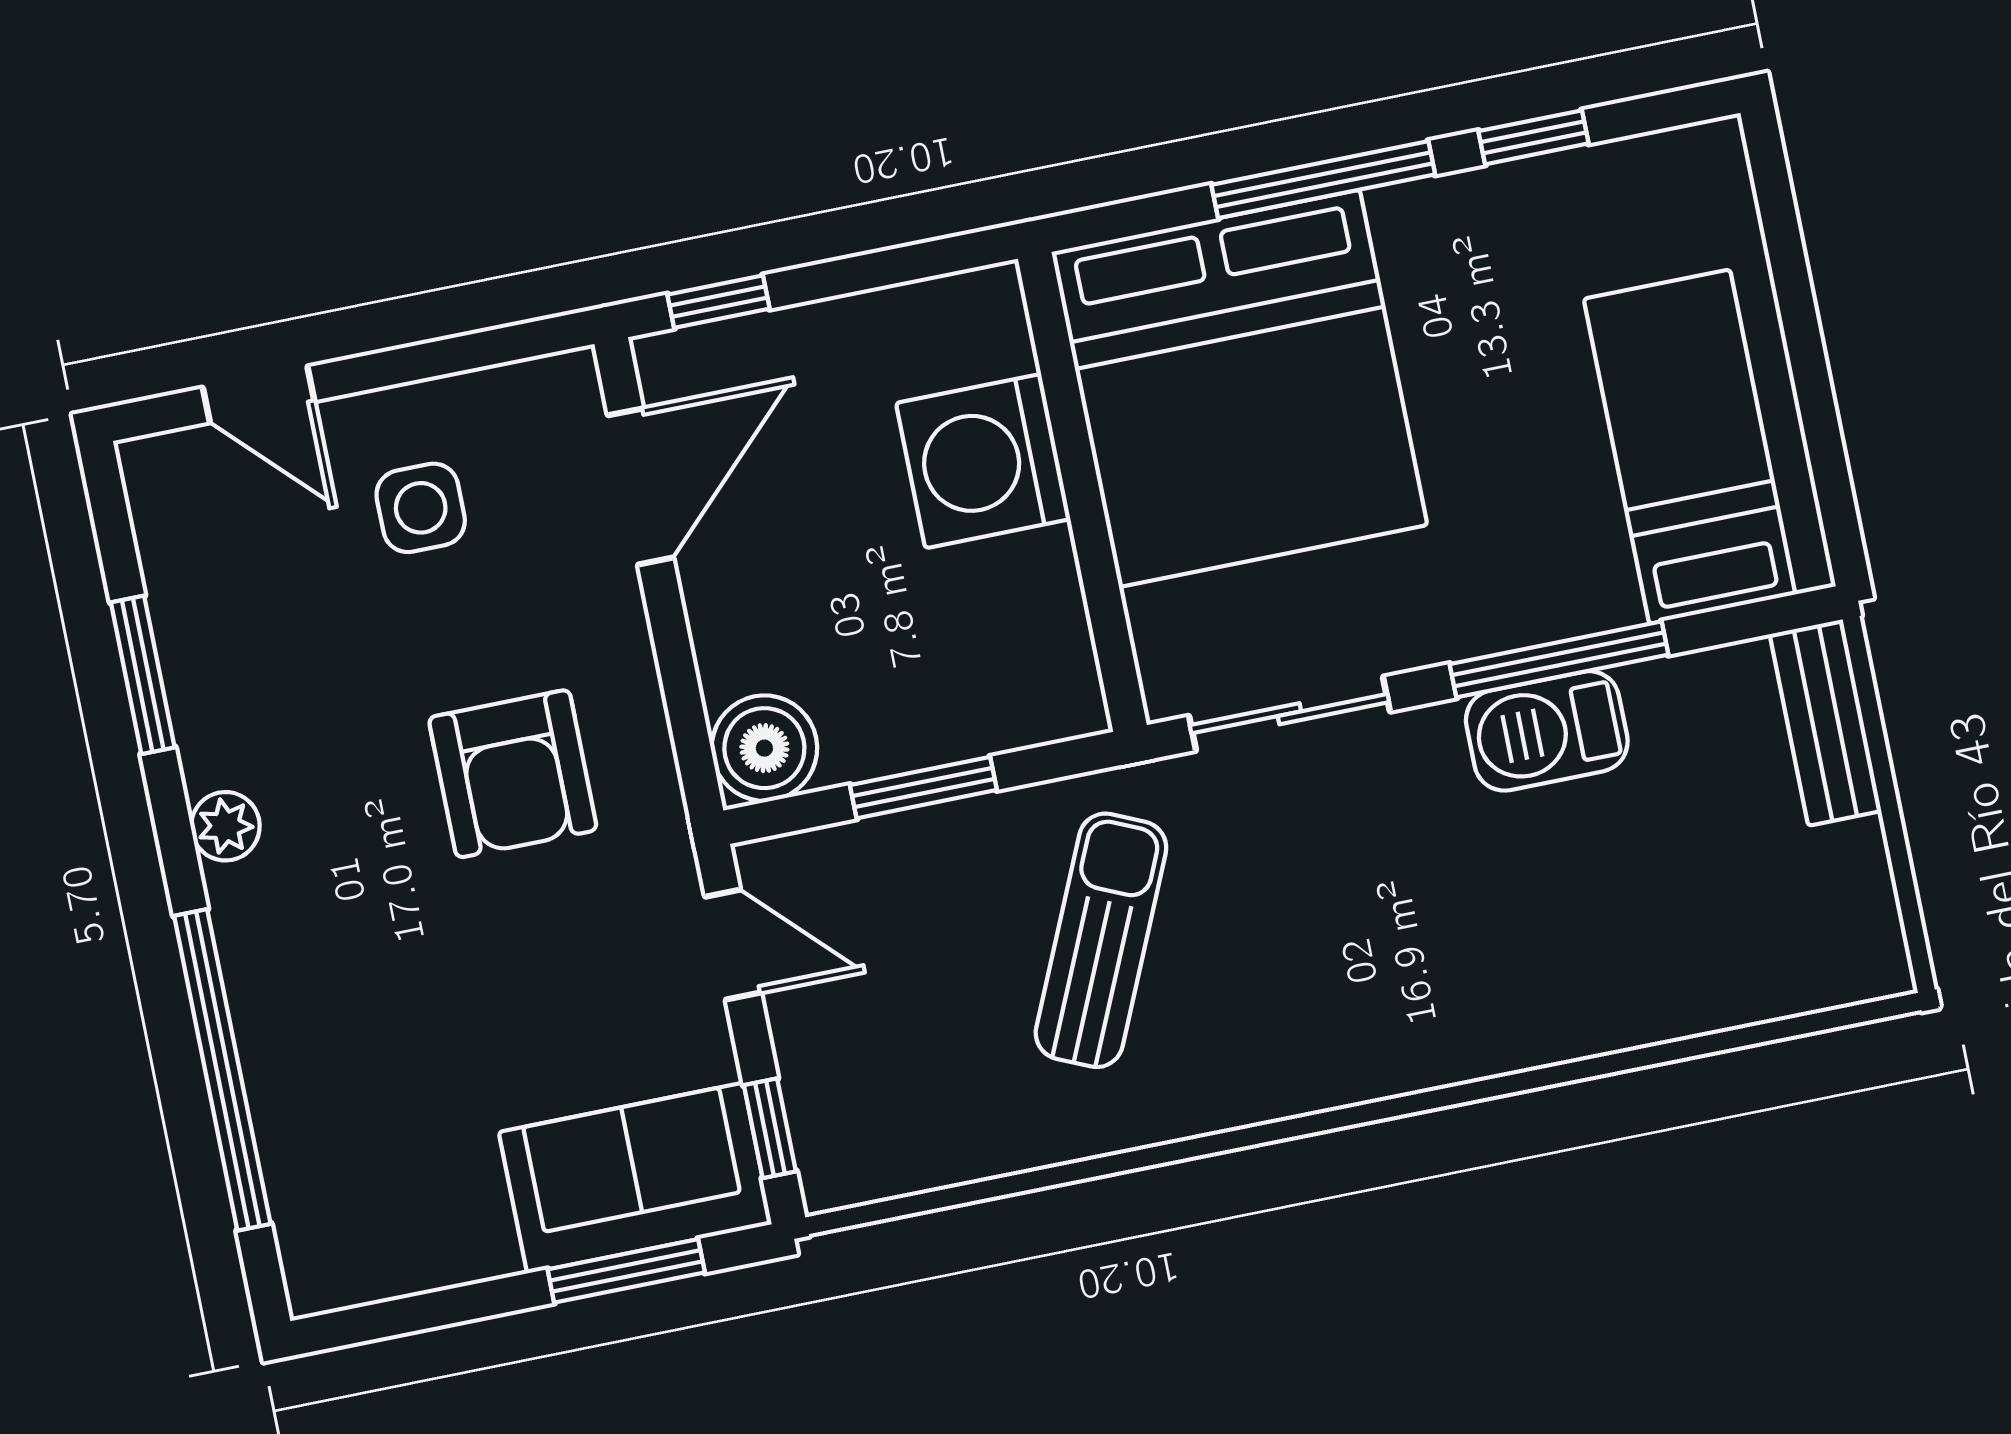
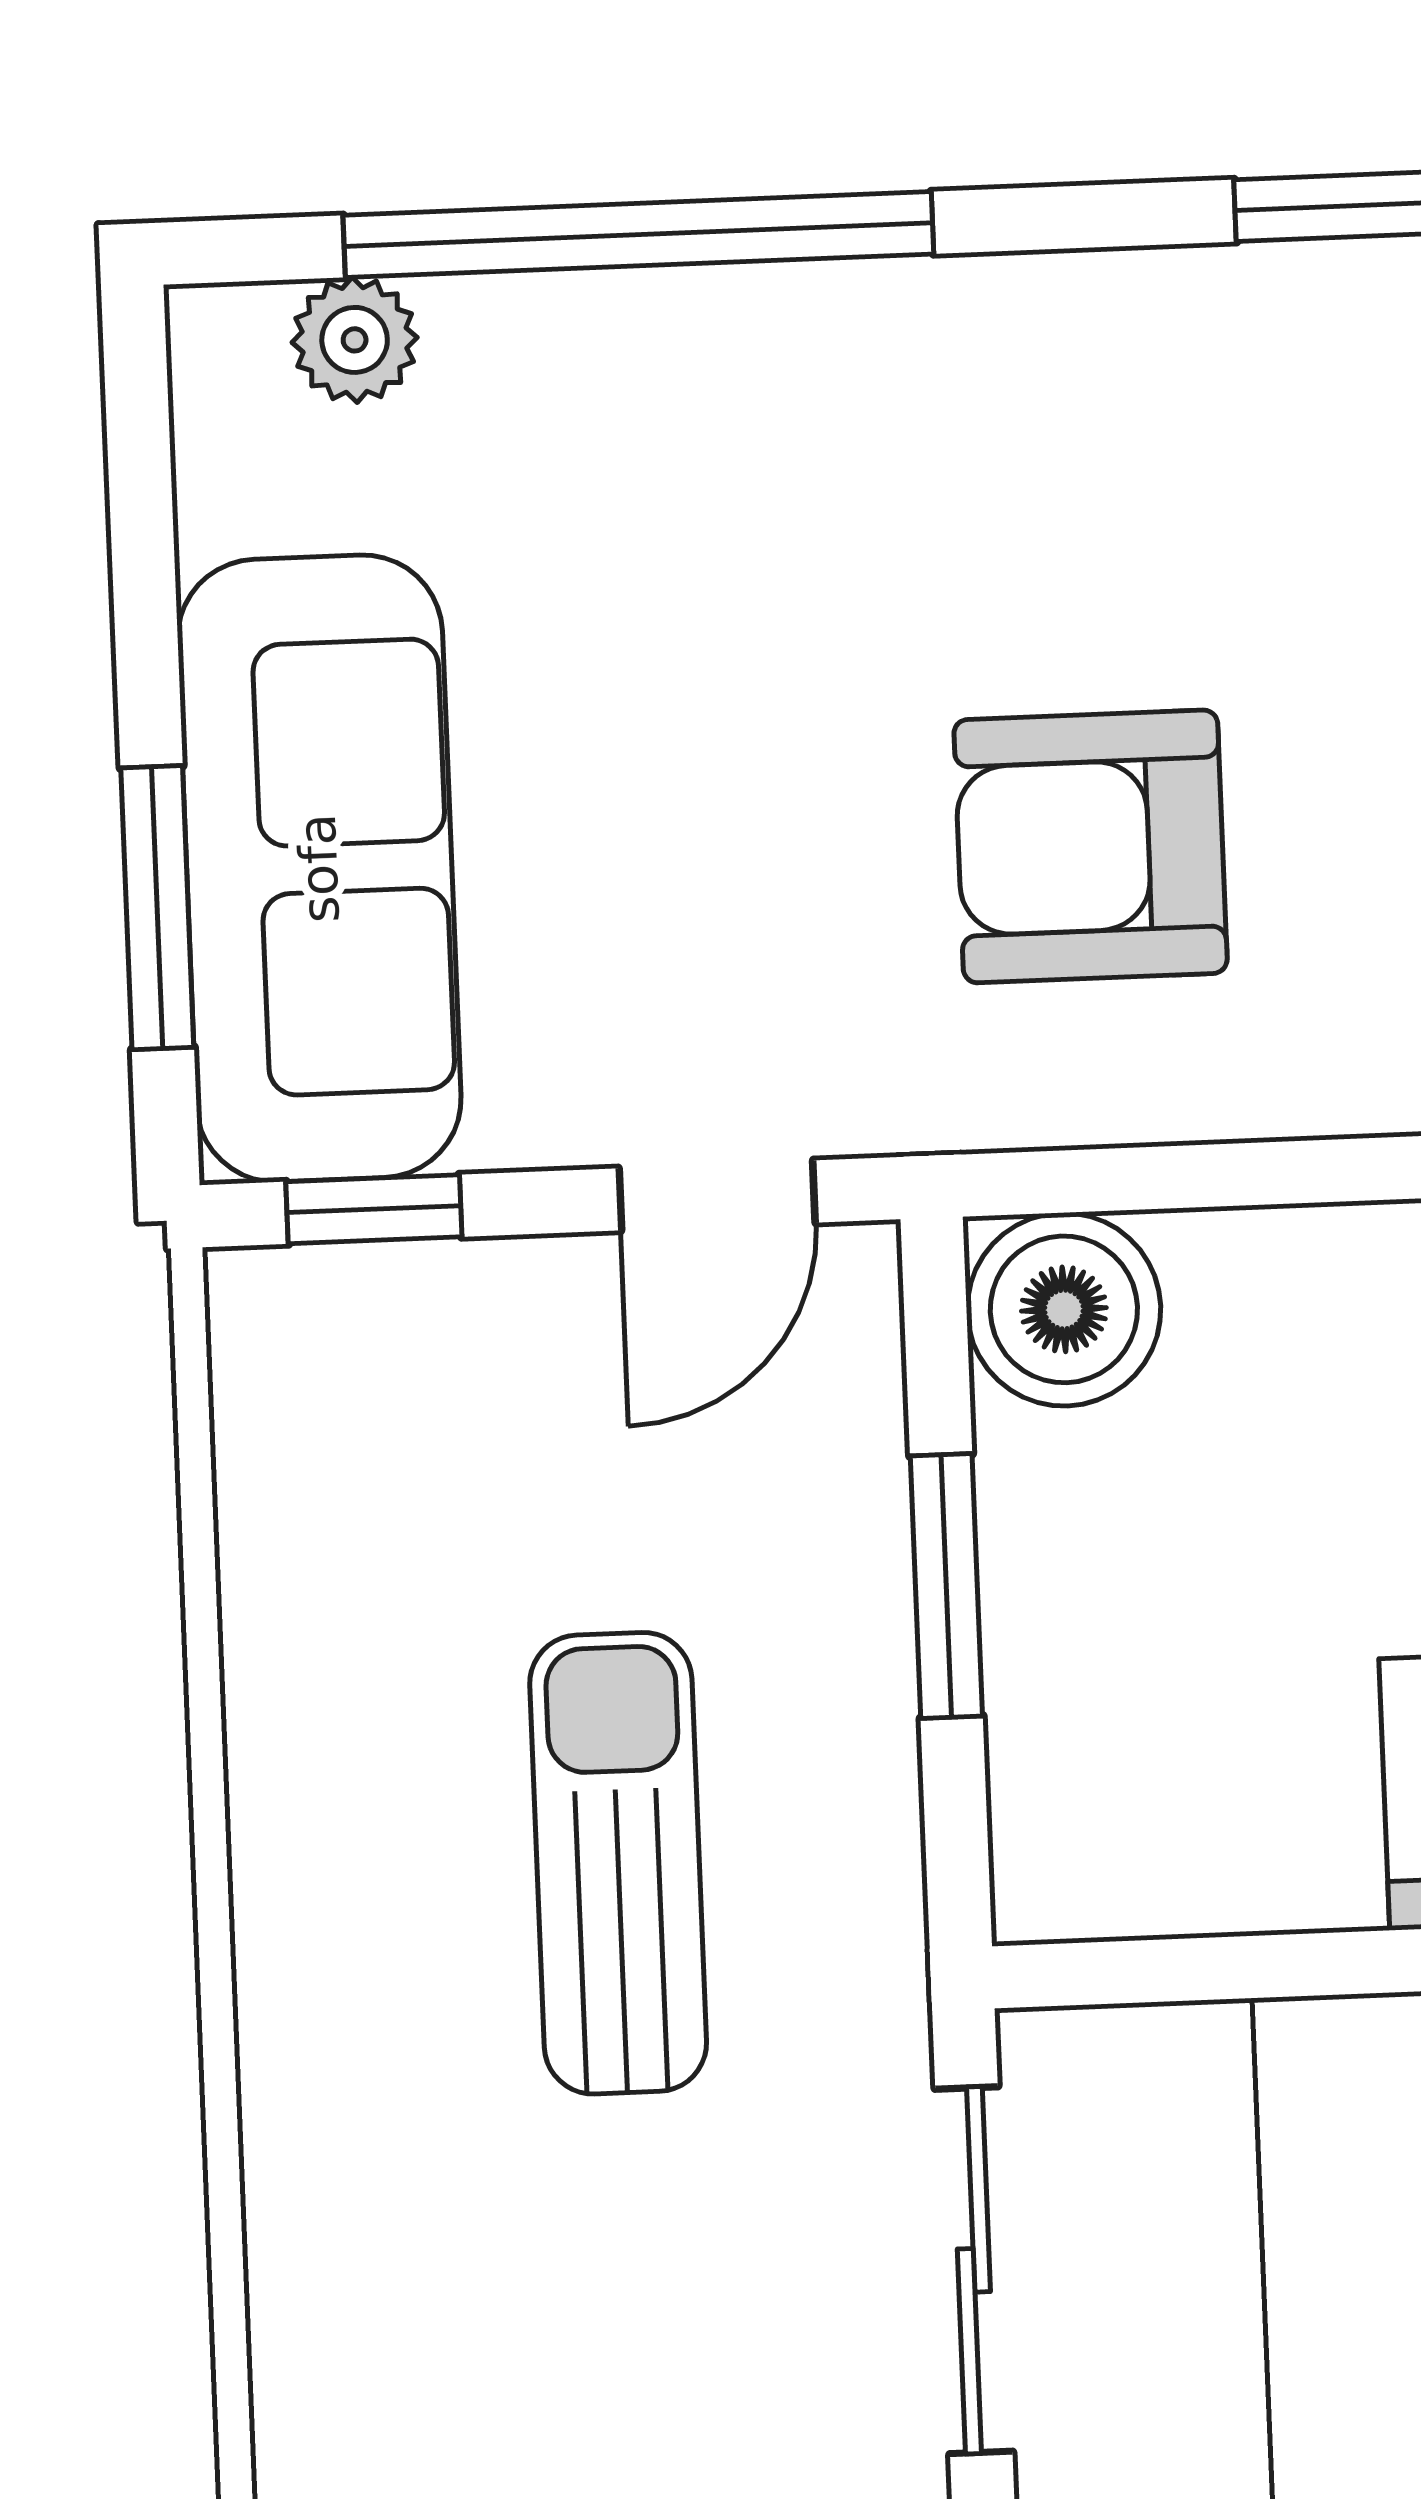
plant: (225, 826) -> (355, 340), moved
sun lounger: (1101, 940) -> (618, 1863), turned -114
sofa: (635, 1178) -> (319, 868), width x1.36

